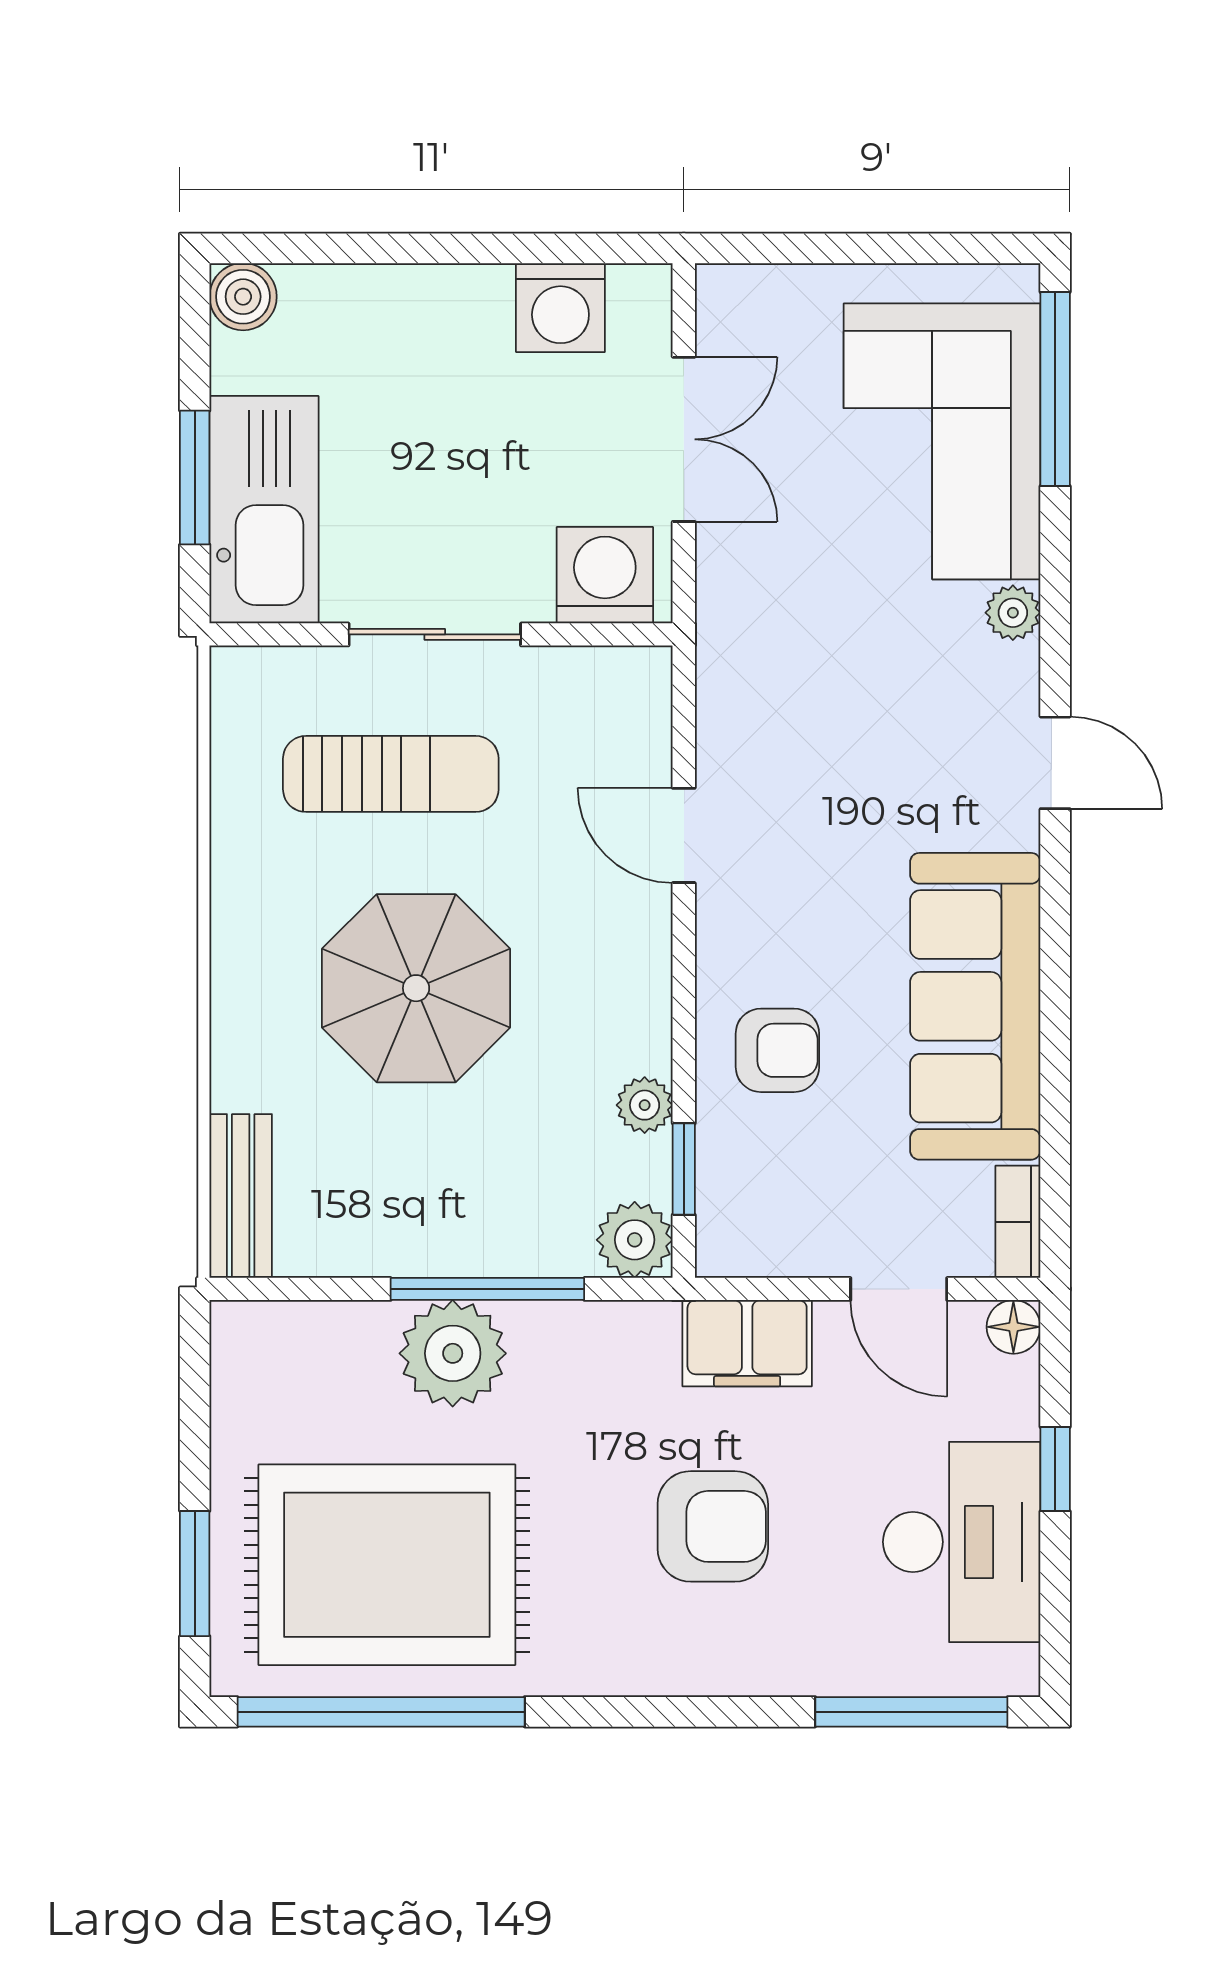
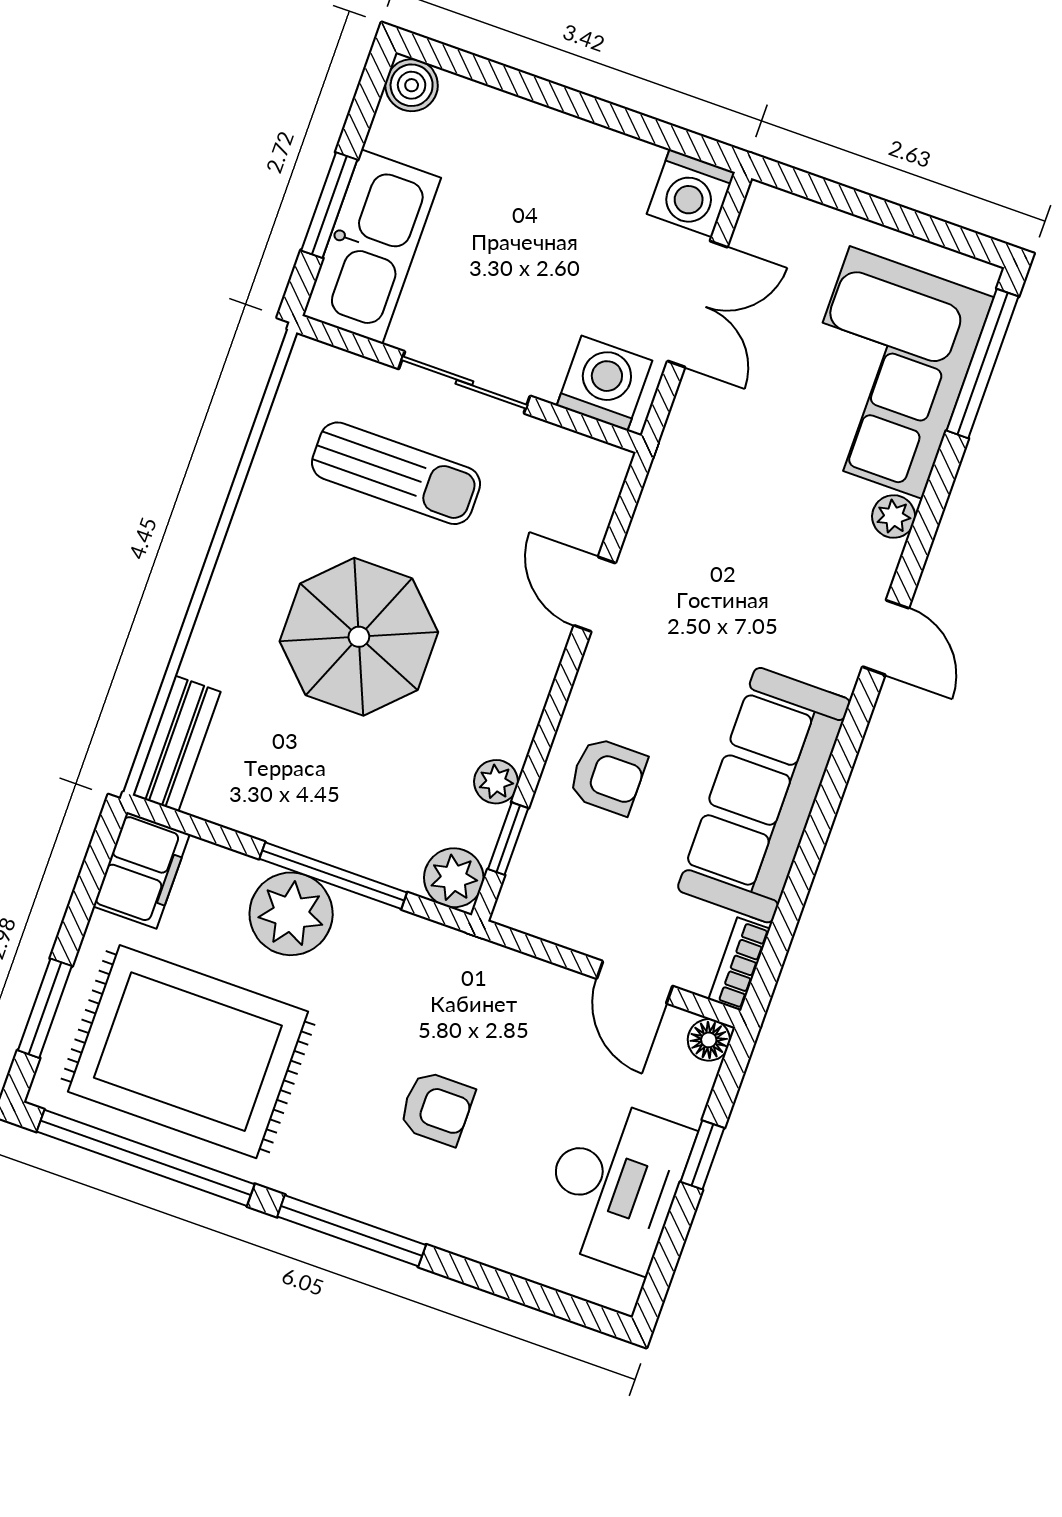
washing machine: (560, 308) -> (691, 193), moved
filing cabinet: (747, 1343) -> (141, 870), moved, turned -90
armchair: (713, 1526) -> (437, 1108), width x0.72, depth x0.72
window: (911, 1712) -> (352, 1231), moved

